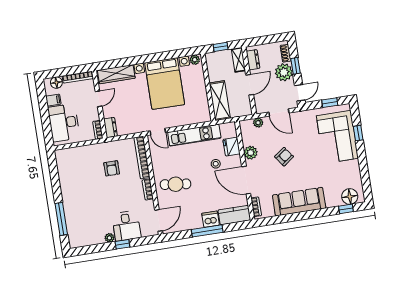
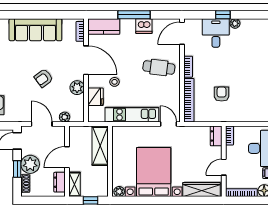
dishwasher: (211, 219) -> (144, 26), moved

